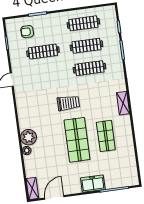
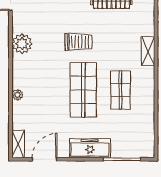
plant: (28, 137) -> (22, 44), moved
freezer: (93, 184) -> (90, 148), width x1.40

